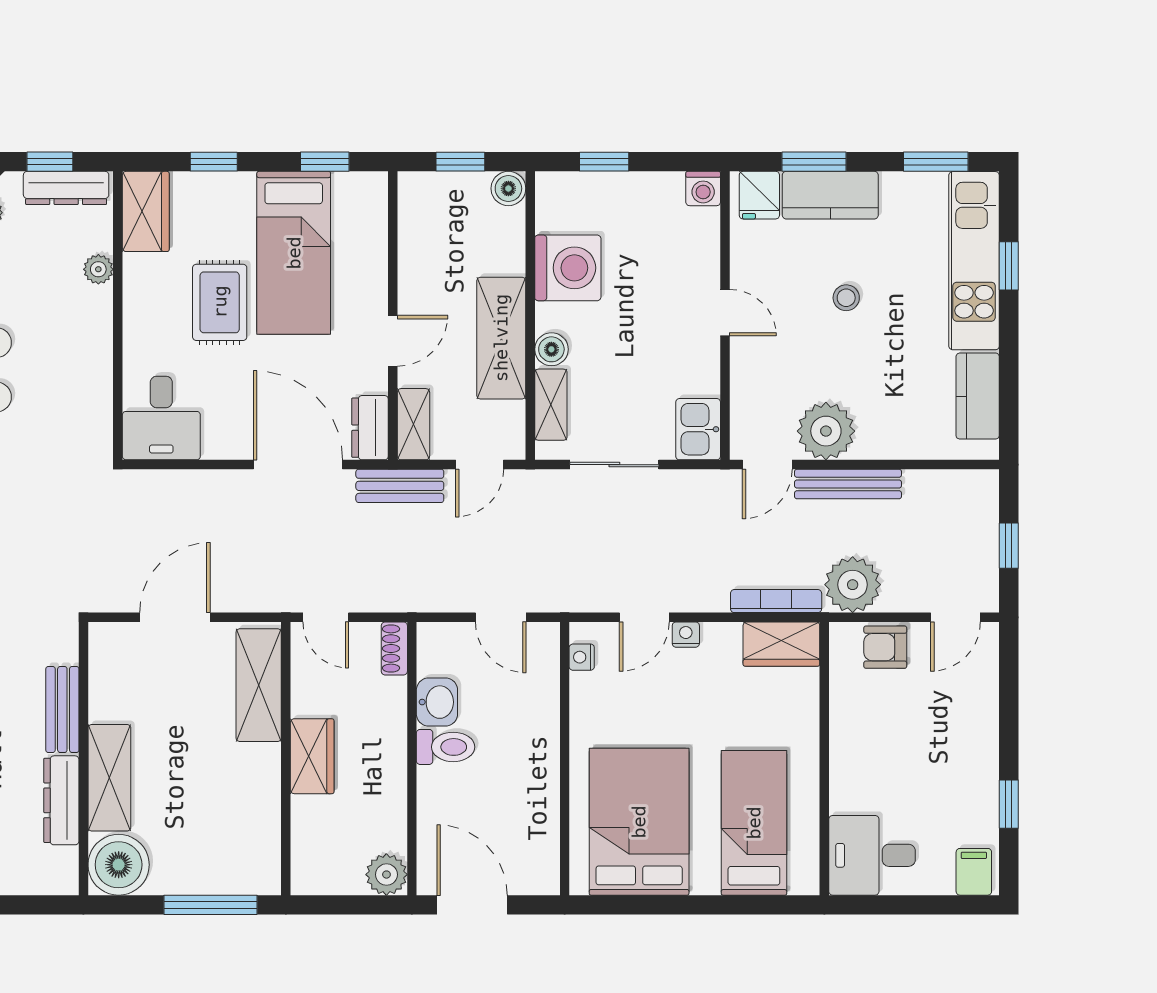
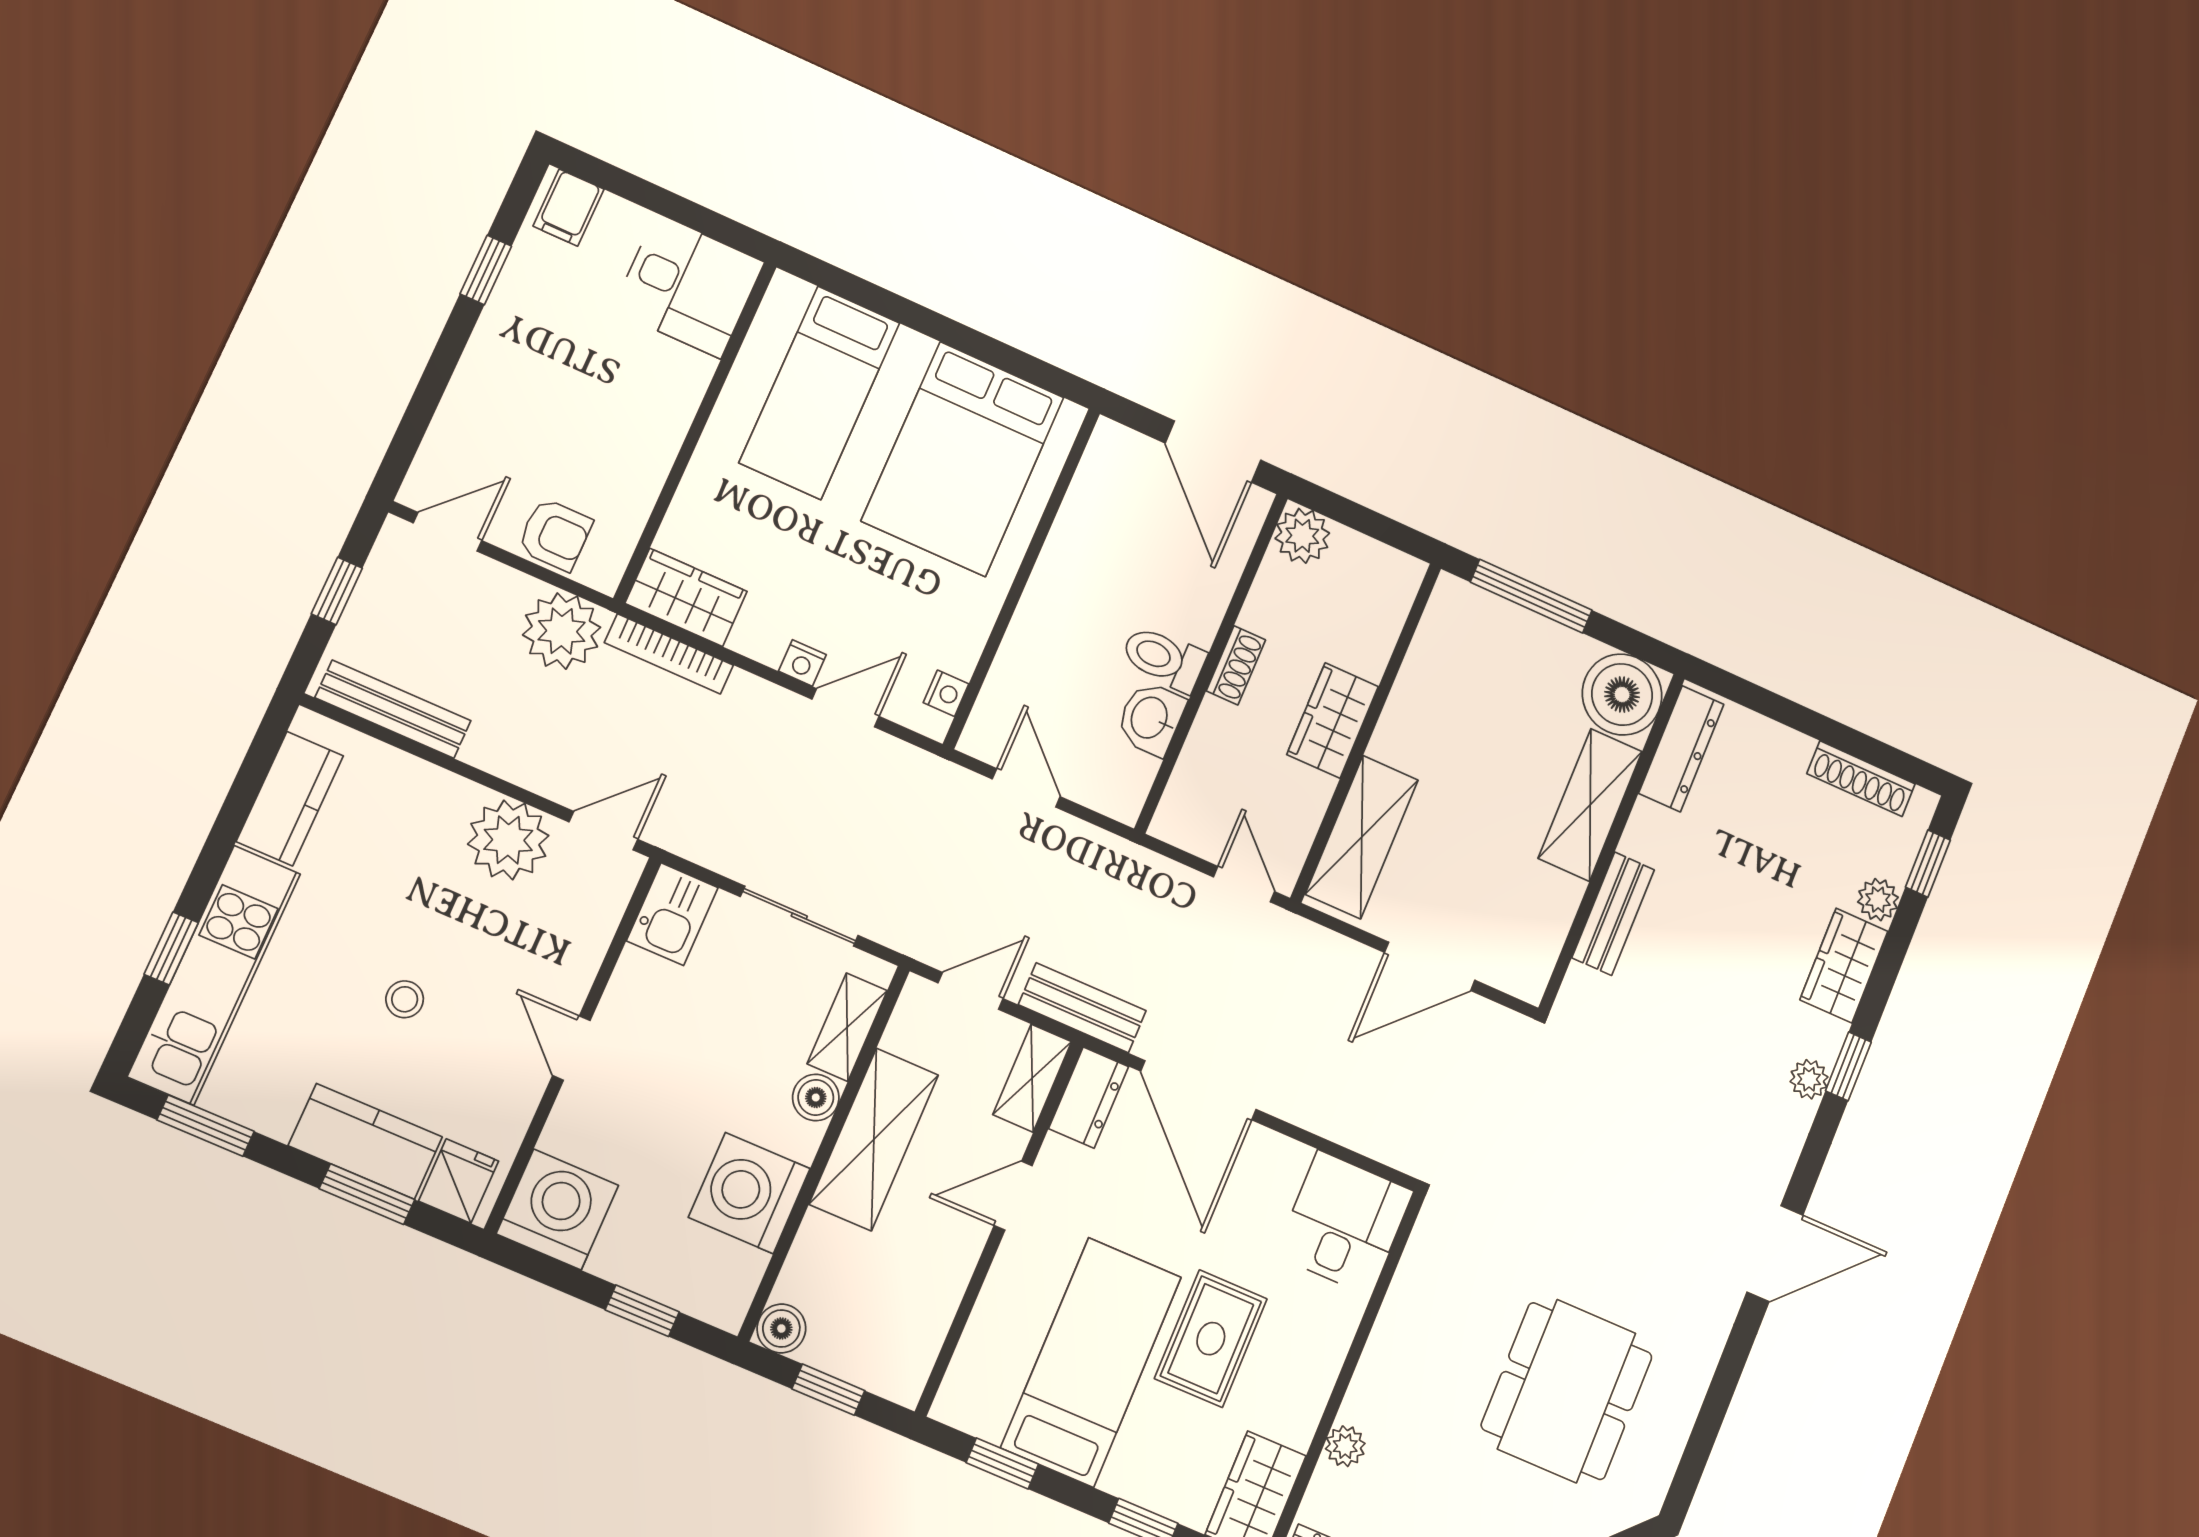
washing machine: (703, 189) -> (557, 1210), width x1.89, depth x1.89
bench: (848, 484) -> (393, 709), moved
shoe rack: (394, 648) -> (1236, 665), moved
dresser: (61, 800) -> (1681, 749), moved

